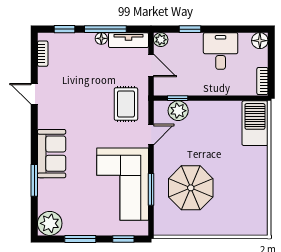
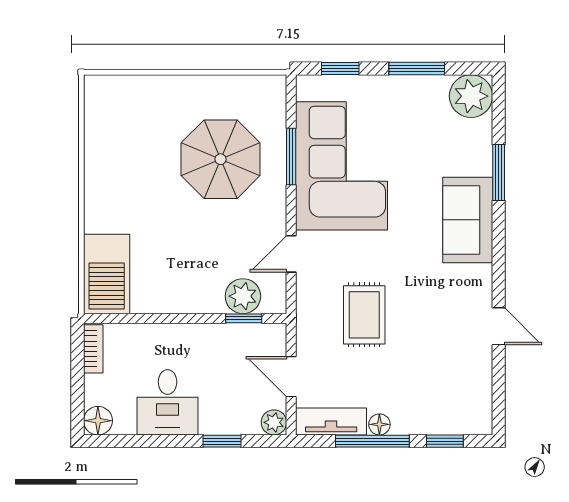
bookcase: (43, 54) -> (483, 398), removed
rug: (126, 104) -> (364, 315), moved

